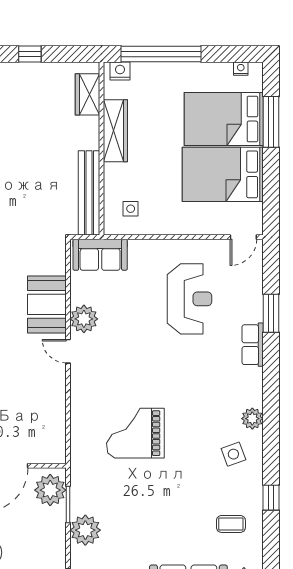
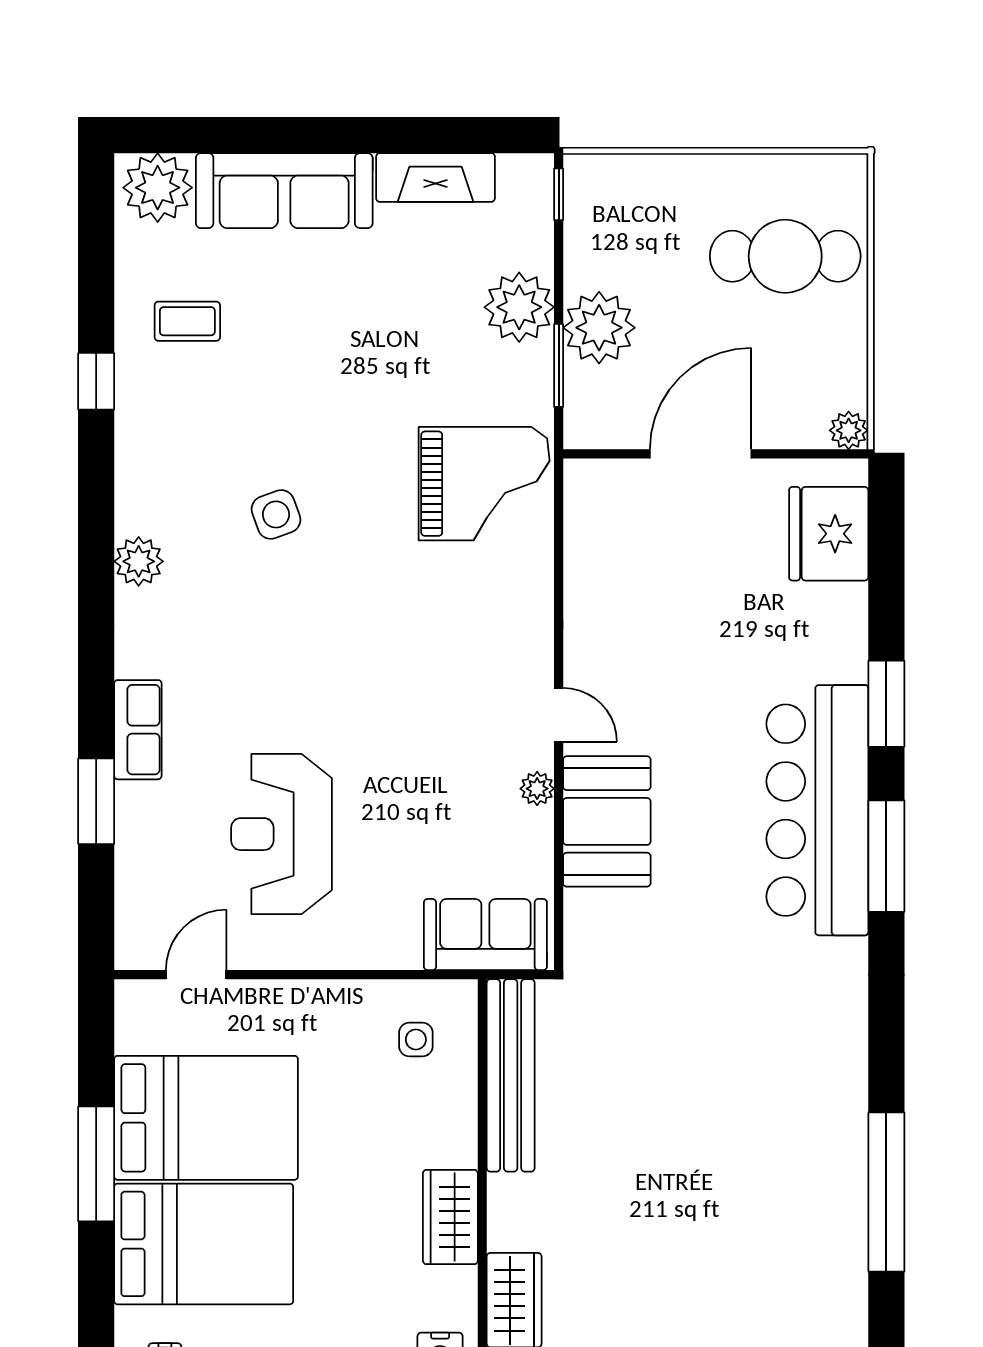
window: (271, 122) -> (96, 1164), moved
wardrobe: (115, 131) -> (450, 1217), width x0.67
door: (243, 237) -> (196, 975), moved
plant: (84, 319) -> (537, 789), width x0.53, depth x0.53
grand piano: (135, 433) -> (484, 484), moved
side table: (233, 454) -> (276, 514), moved
plant: (50, 490) -> (599, 328), moved

